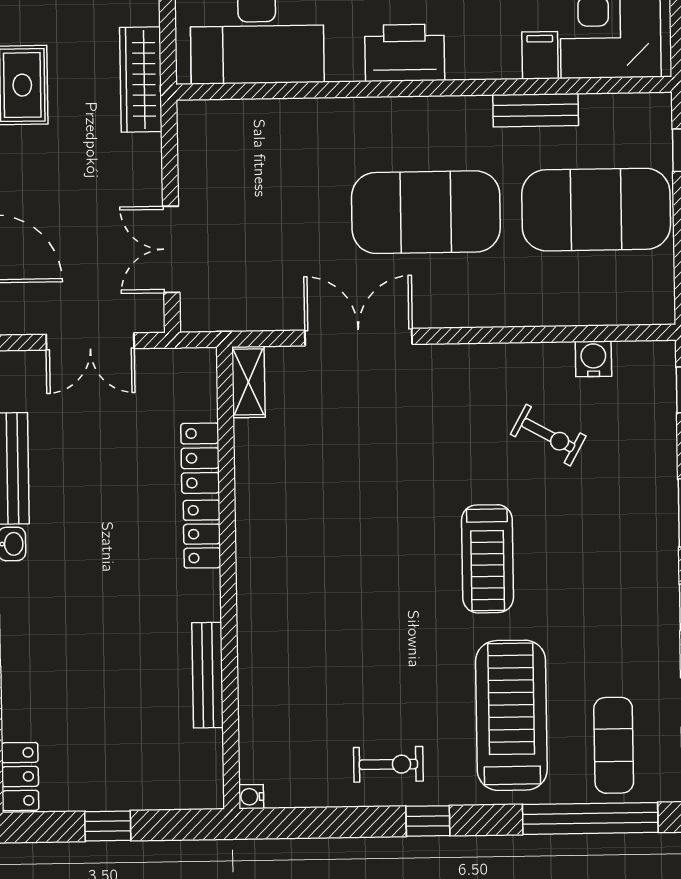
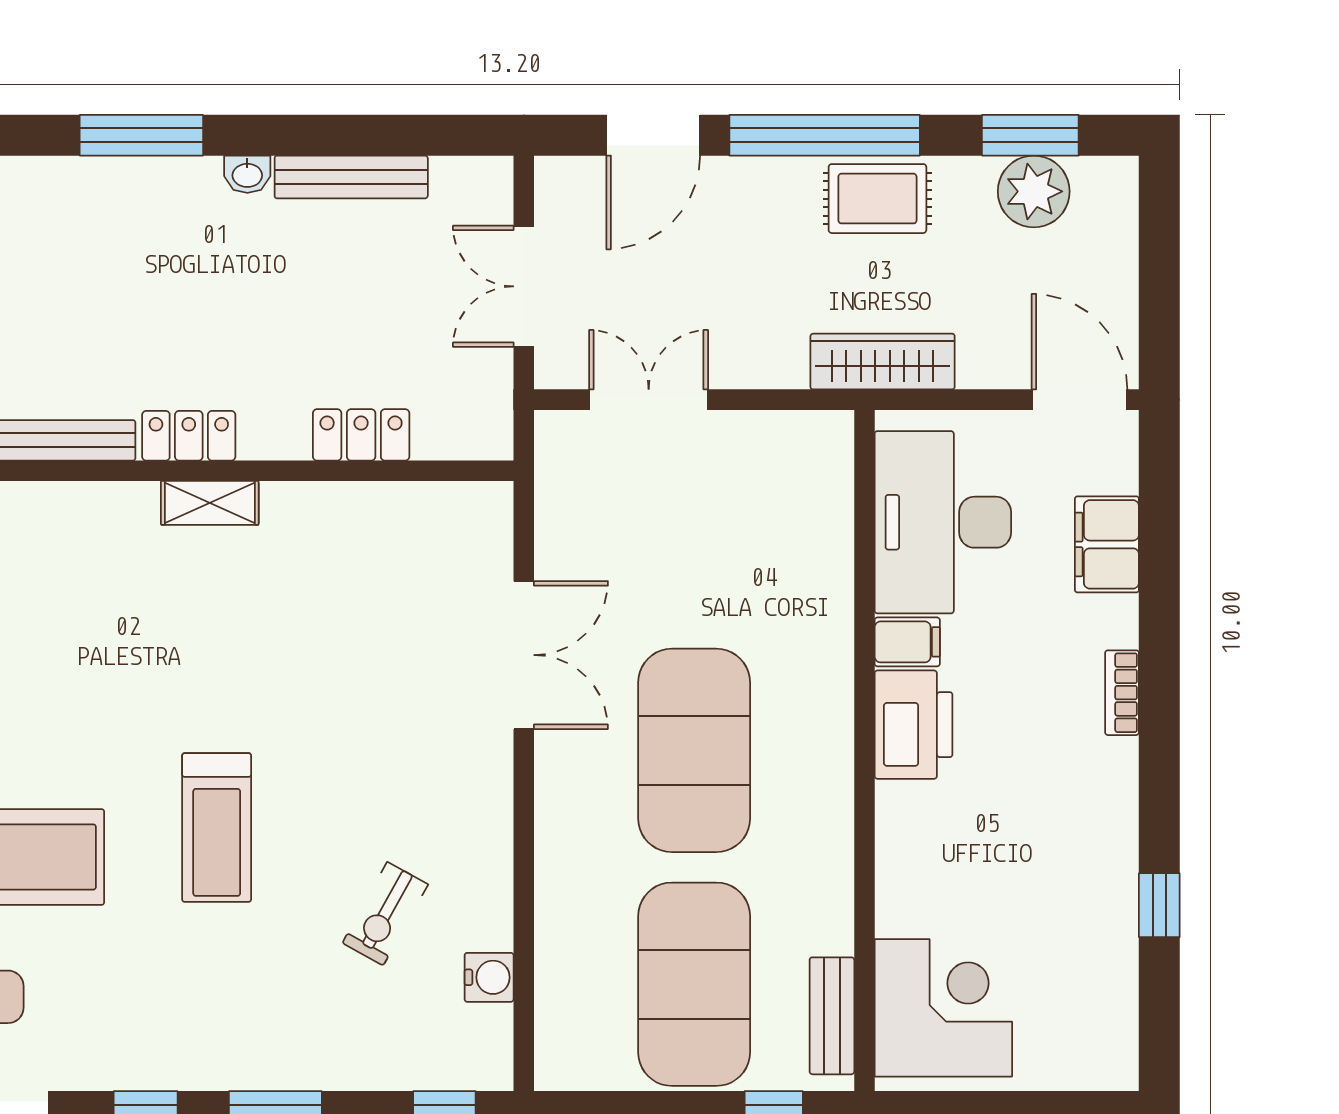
filing cabinet: (540, 55) -> (907, 642), moved
bench: (536, 110) -> (832, 1016), moved
shelving: (248, 382) -> (210, 503), moved
locker: (202, 534) -> (189, 436), moved
treadmill: (487, 559) -> (217, 828), turned -90

